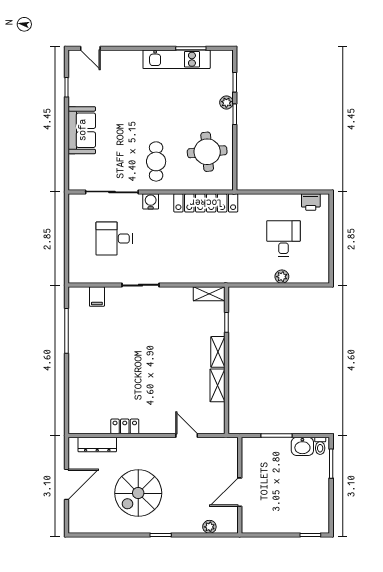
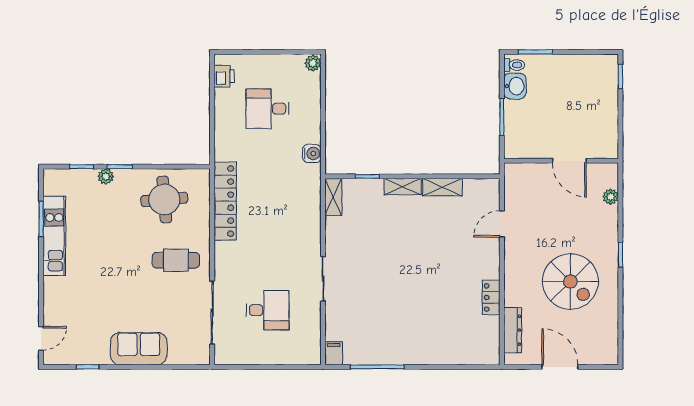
water cooler: (151, 201) -> (312, 154), moved, turned 180
desk: (114, 239) -> (268, 310), turned -90
plant: (282, 277) -> (313, 63), moved
filing cabinet: (97, 297) -> (334, 353), moved, turned -90

